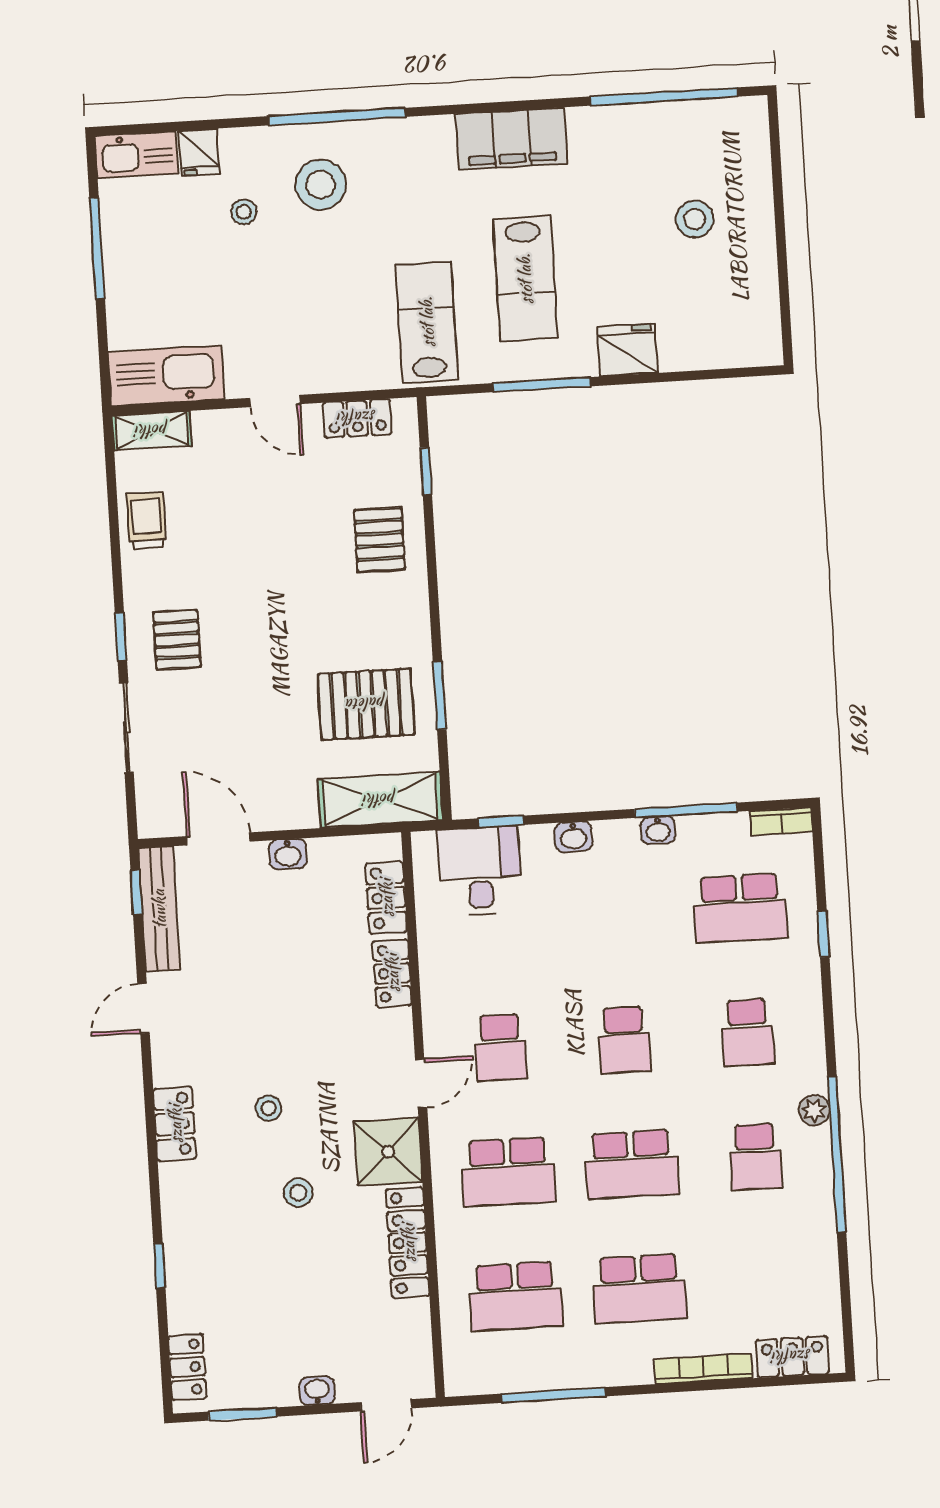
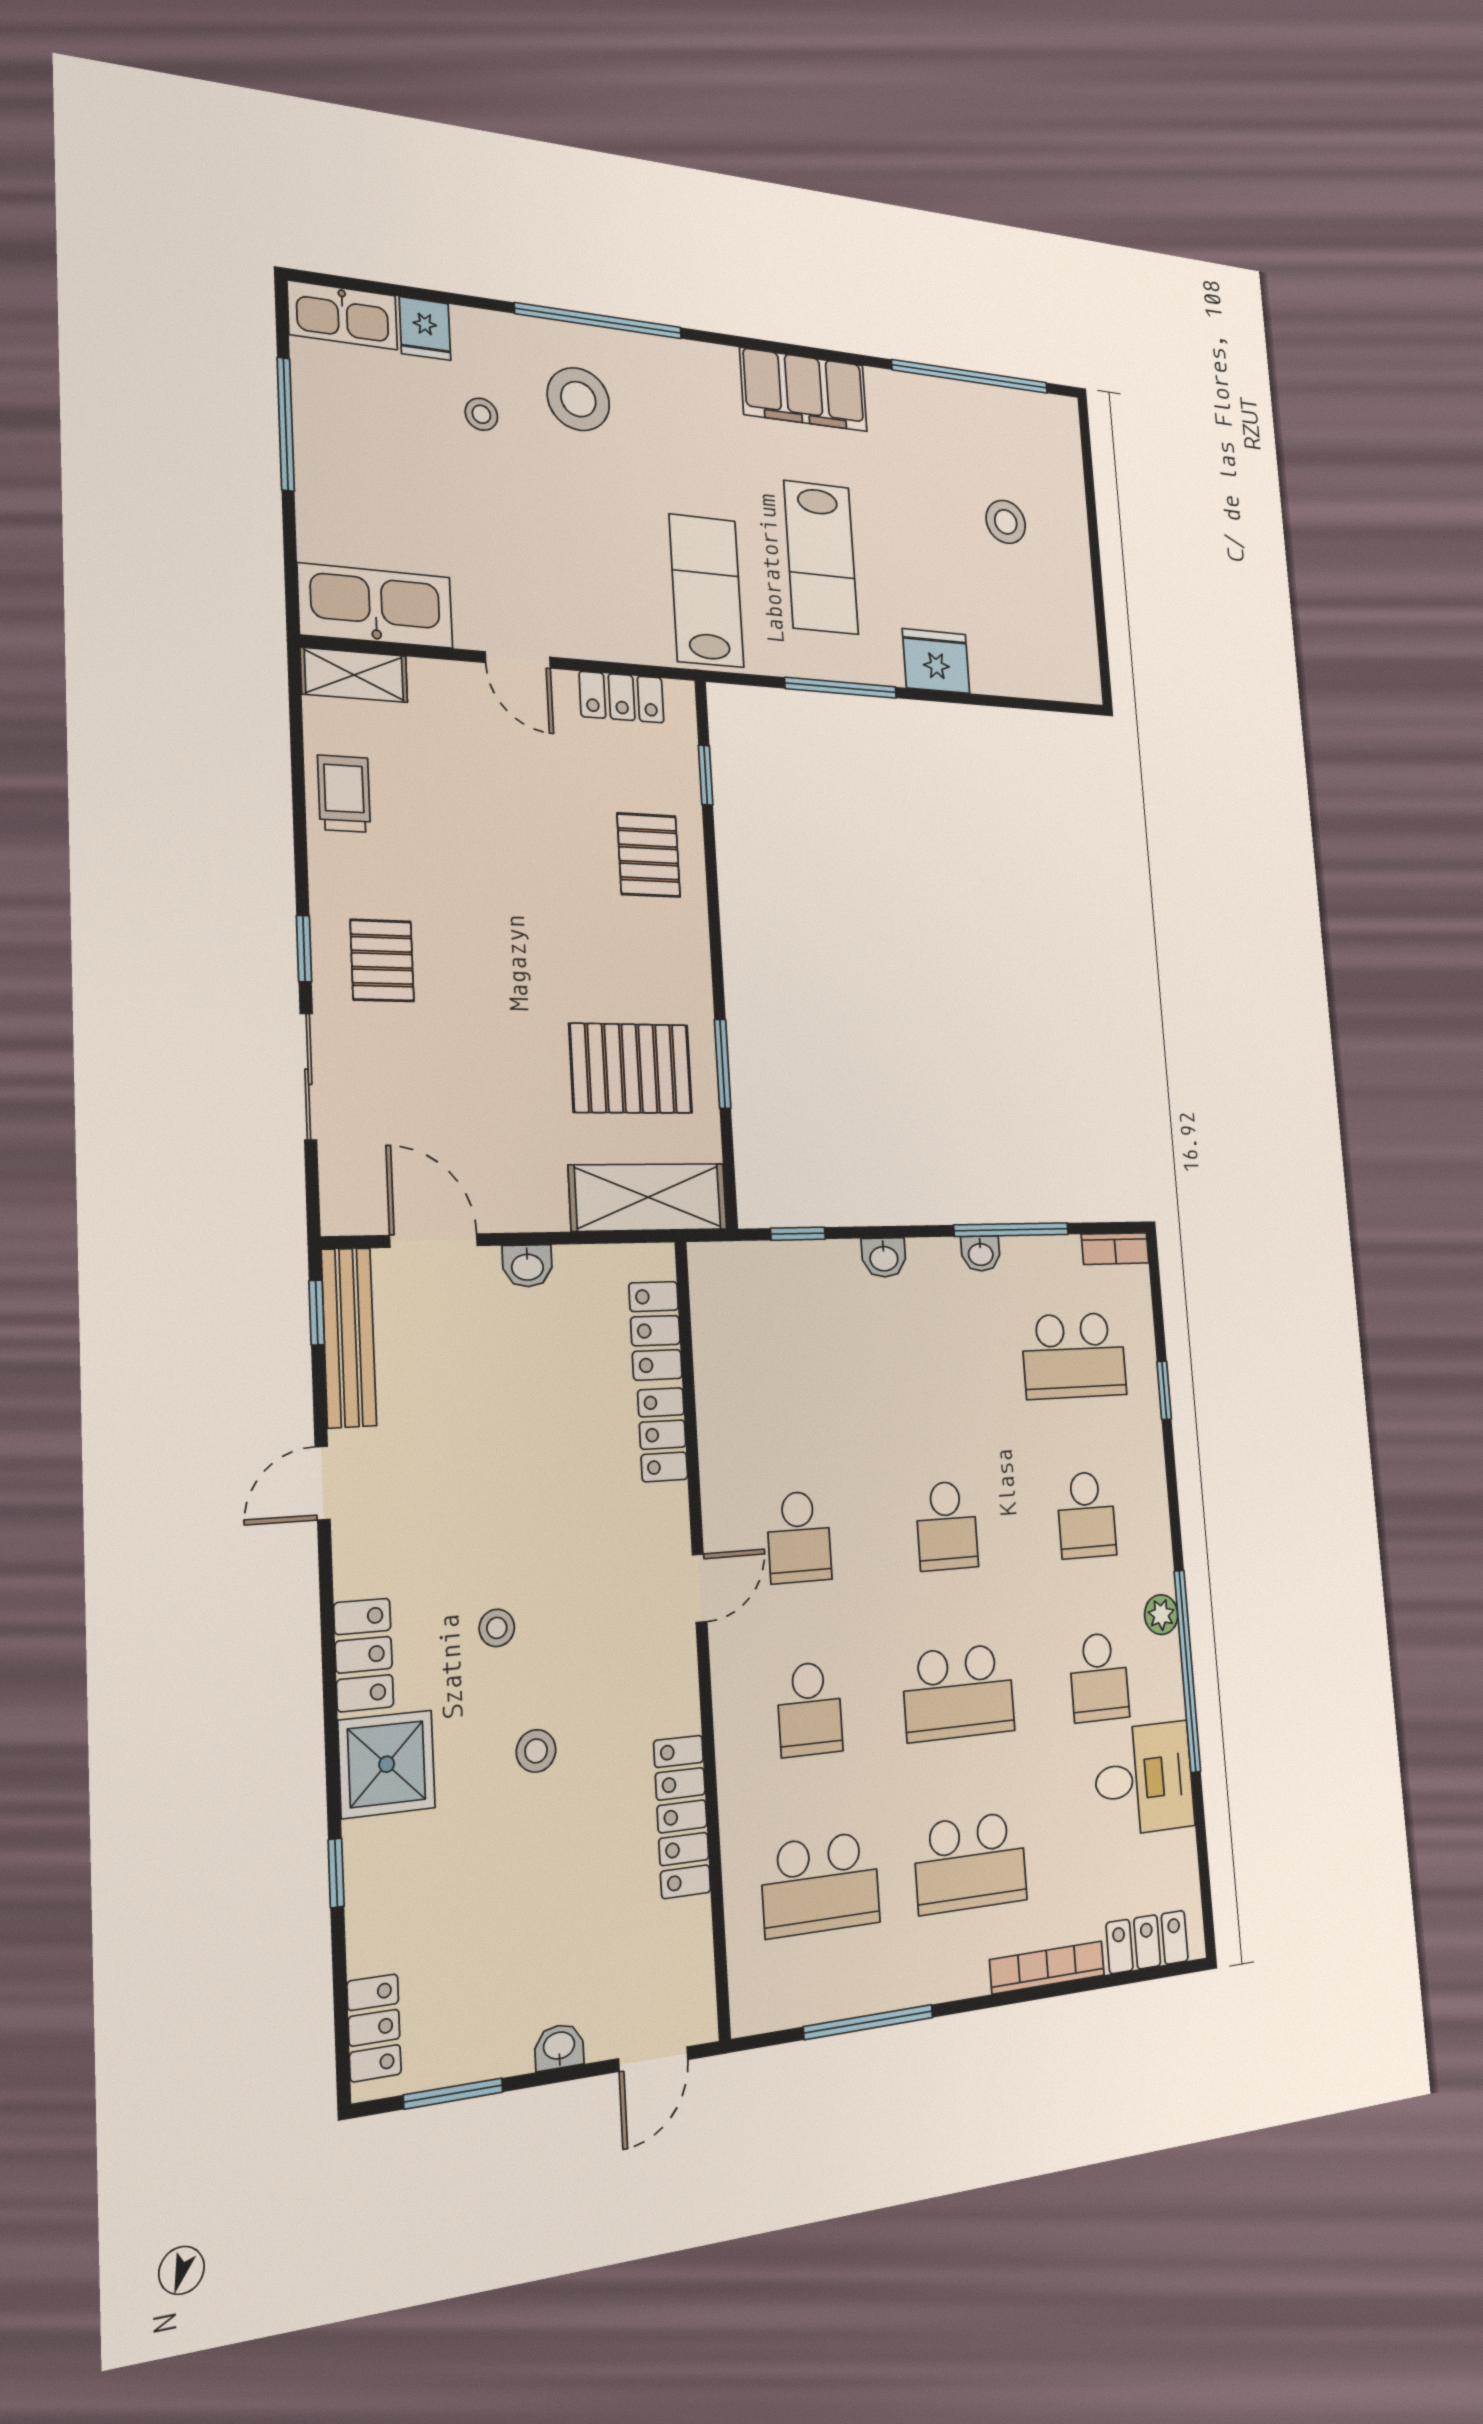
desk: (480, 871) -> (1144, 1779), moved, turned 90
shower: (388, 1152) -> (387, 1764), moved
school desk: (508, 1172) -> (810, 1709), width x0.54

